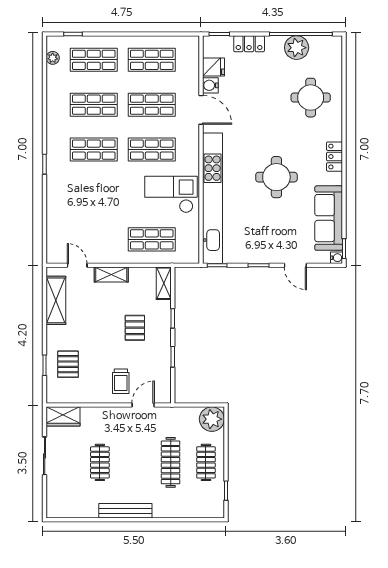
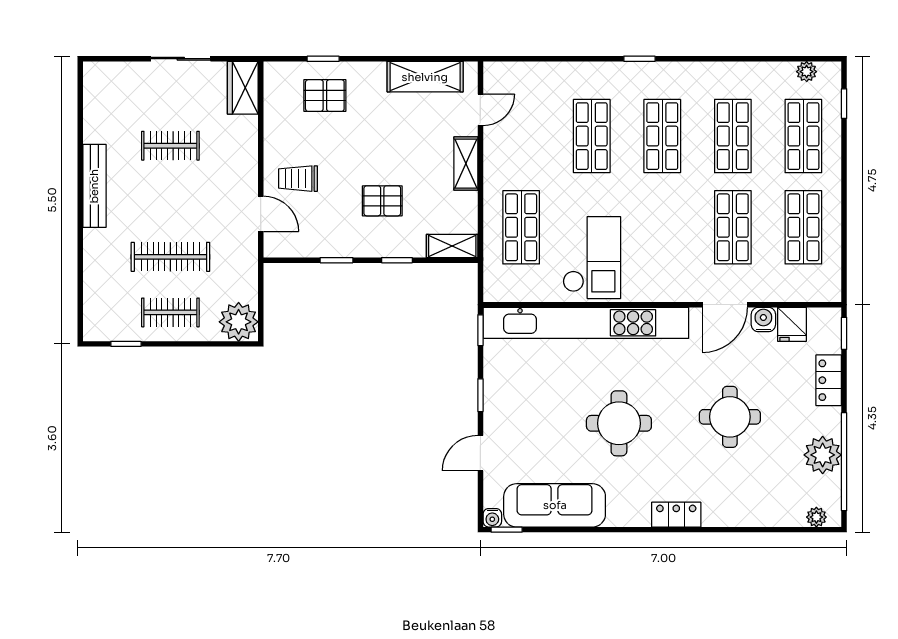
plant: (336, 52) -> (816, 517), added
round table: (311, 98) -> (730, 417), moved
shop shelf: (152, 150) -> (592, 136), moved
locker: (335, 157) -> (676, 515), moved

